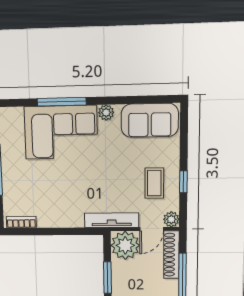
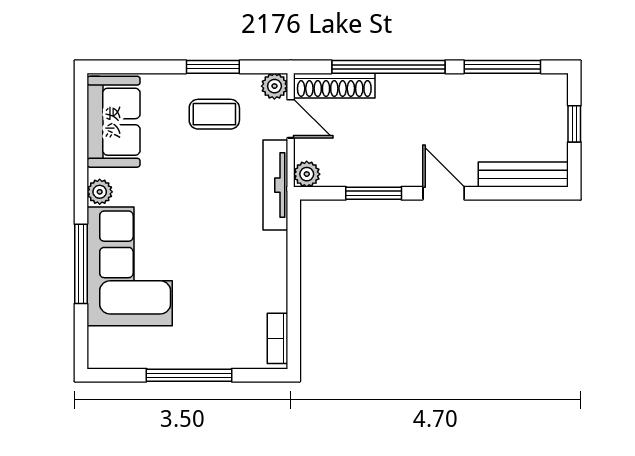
window: (183, 182) -> (213, 67), width x1.50
plant: (125, 245) -> (307, 174), width x0.53, depth x0.53

